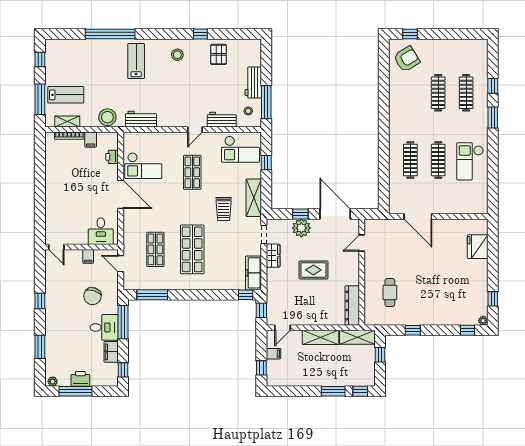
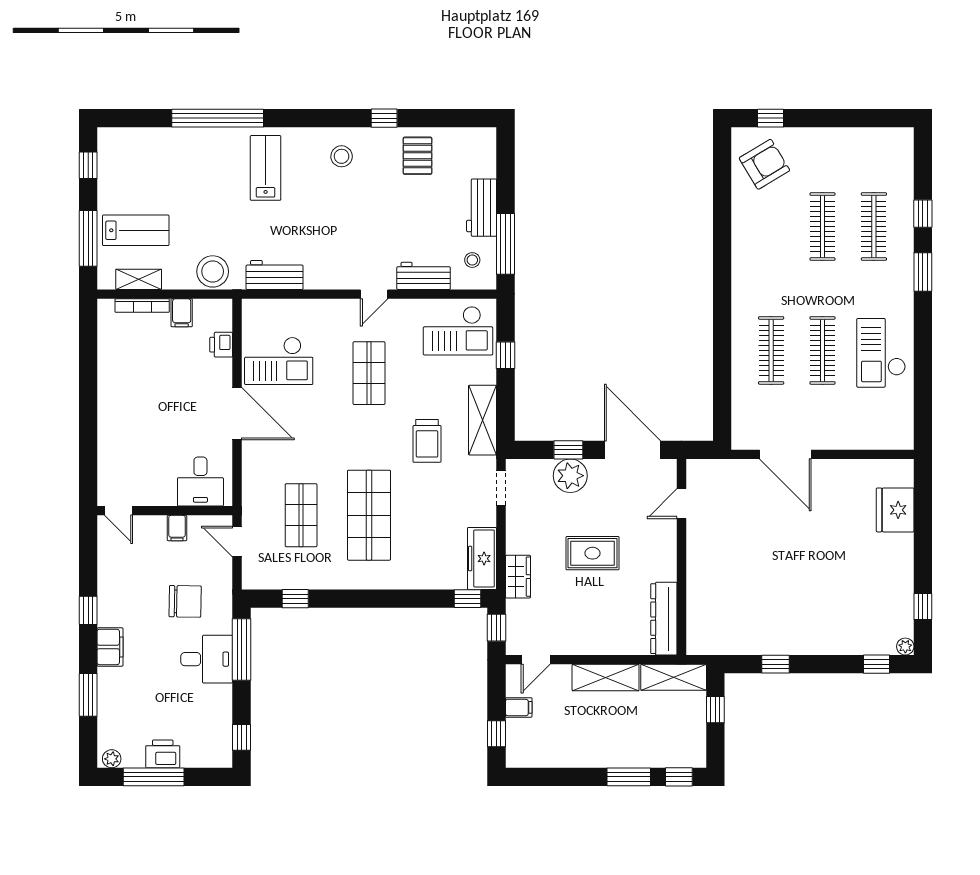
wardrobe: (273, 256) -> (518, 577), moved
cafe table: (390, 292) -> (733, 595), removed
window: (152, 295) -> (295, 599), width x0.46
chair: (92, 296) -> (185, 601), turned -107
filing cabinet: (111, 352) -> (110, 647), moved, turned 180

